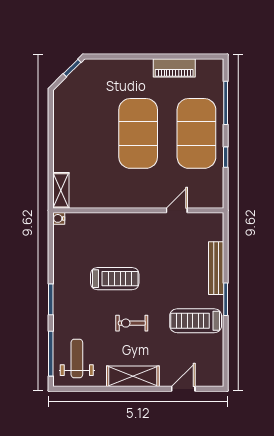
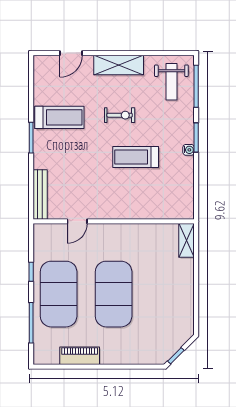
water cooler: (59, 218) -> (189, 150), moved
bench: (216, 268) -> (40, 194), moved

